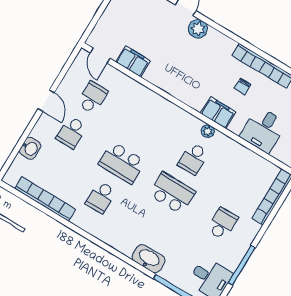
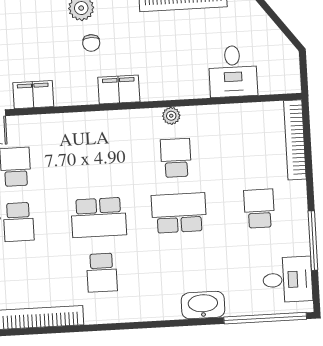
chair: (243, 87) -> (91, 43), moved
filing cabinet: (218, 113) -> (119, 90), moved
school desk: (193, 159) -> (176, 158), turned 180

